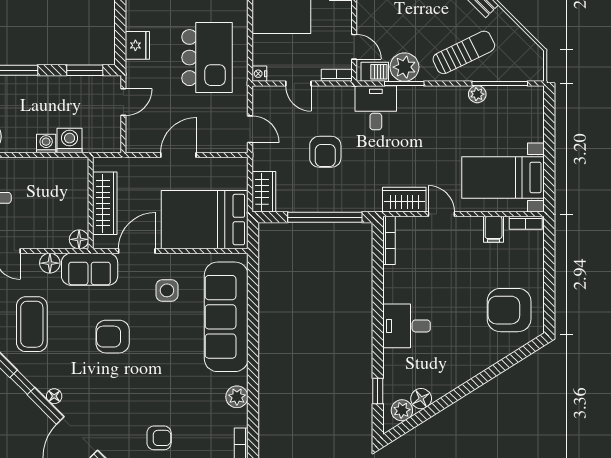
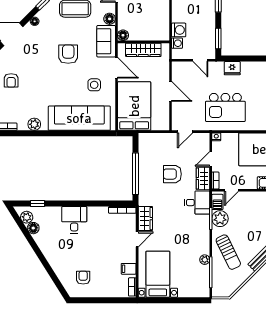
washing machine: (46, 143) -> (177, 43), moved
wardrobe: (264, 192) -> (203, 178), moved, turned 90
armchair: (509, 310) -> (83, 278), width x0.53, depth x0.53

